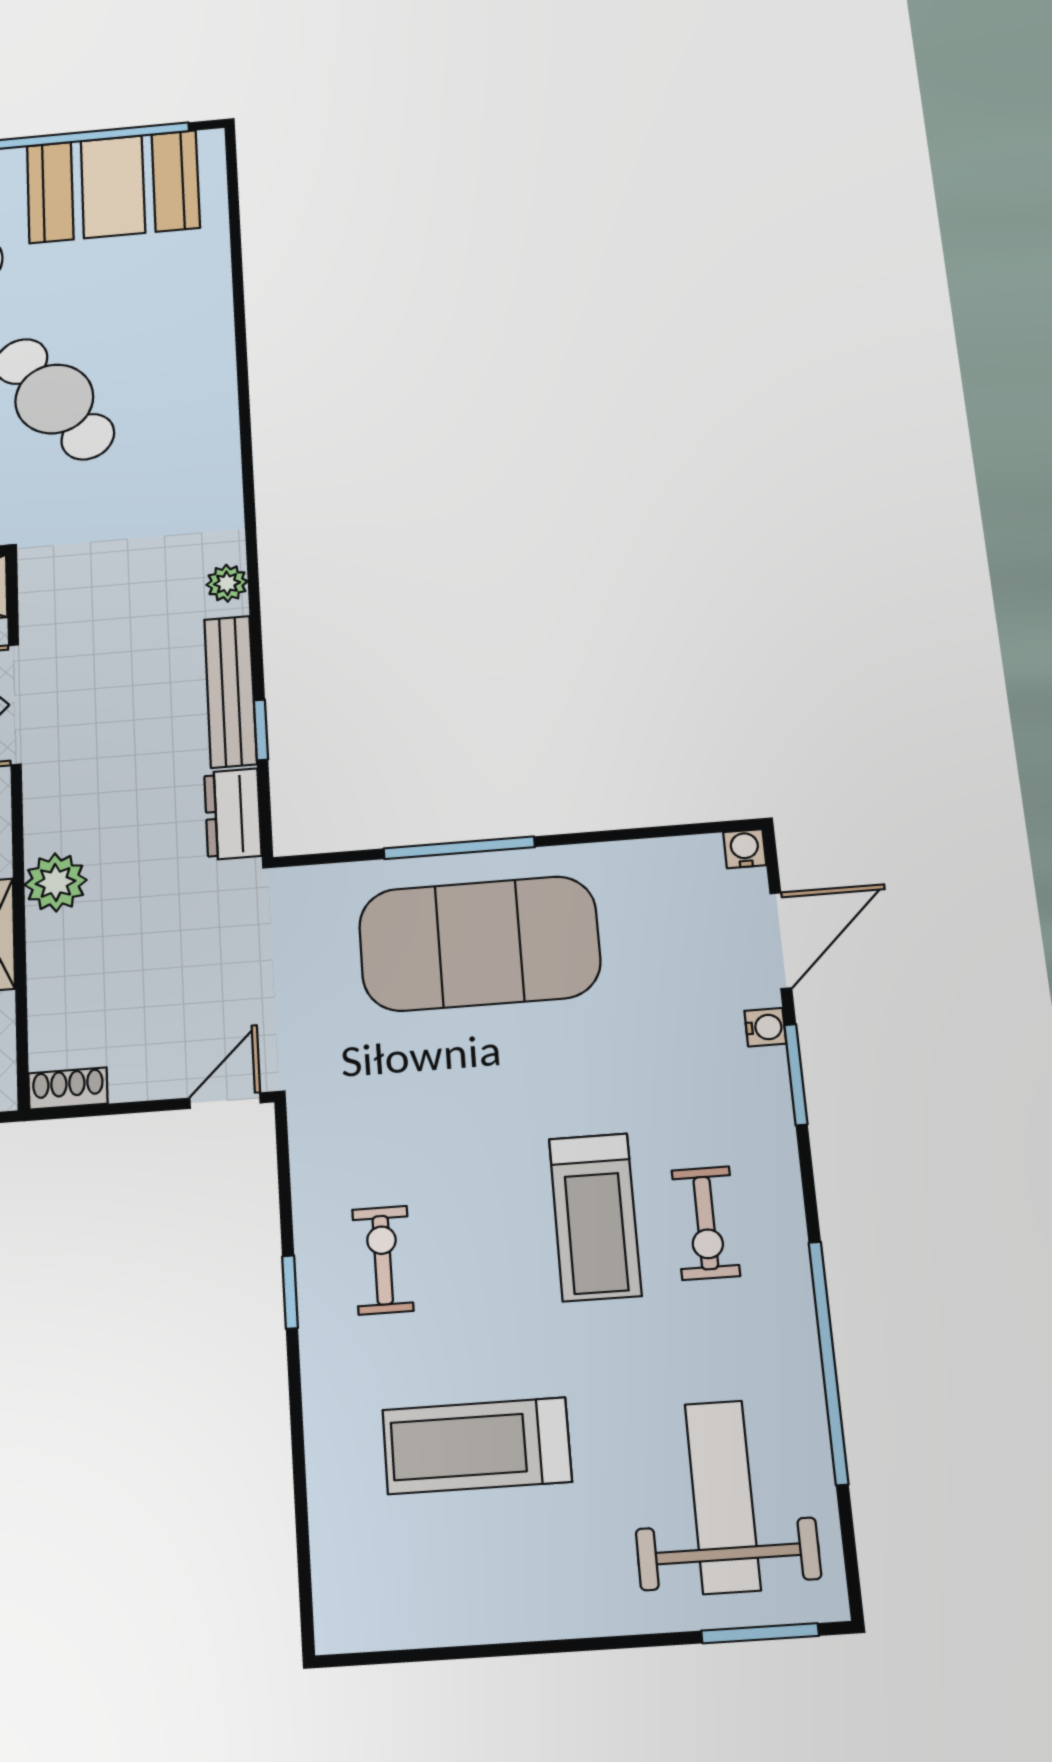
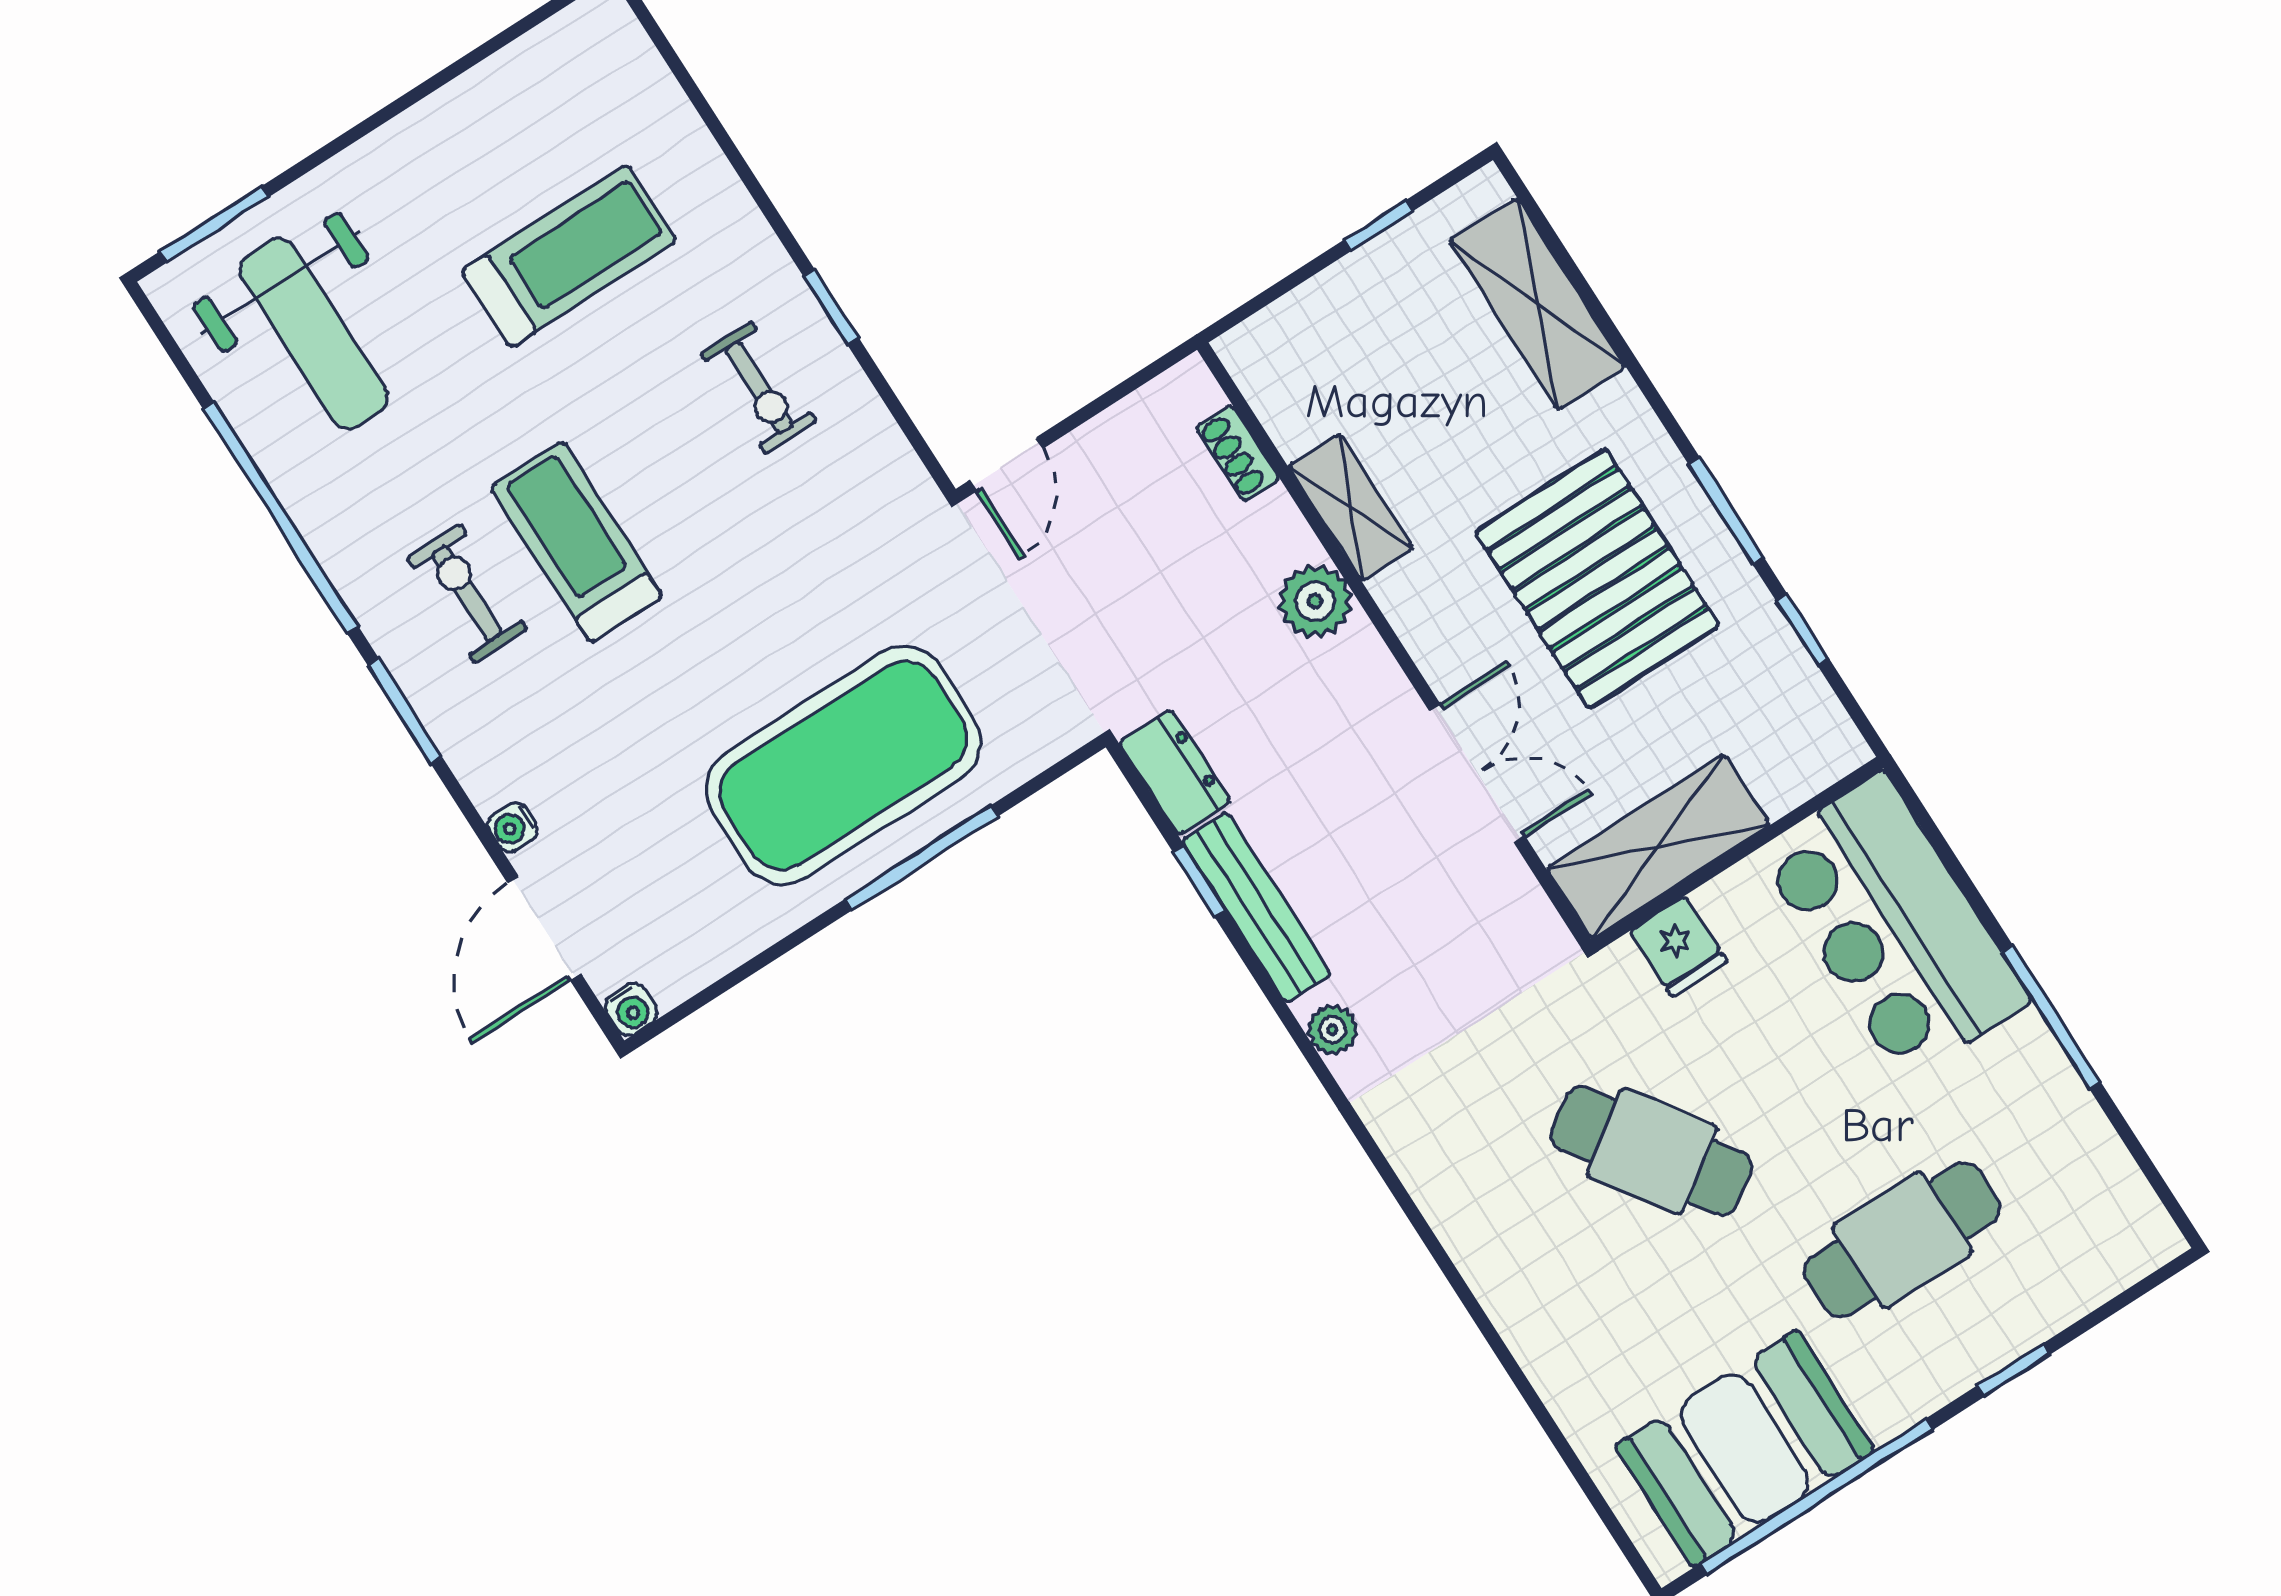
window: (796, 1075) -> (405, 711), moved
shoe rack: (68, 1088) -> (1238, 453), moved, turned 90

